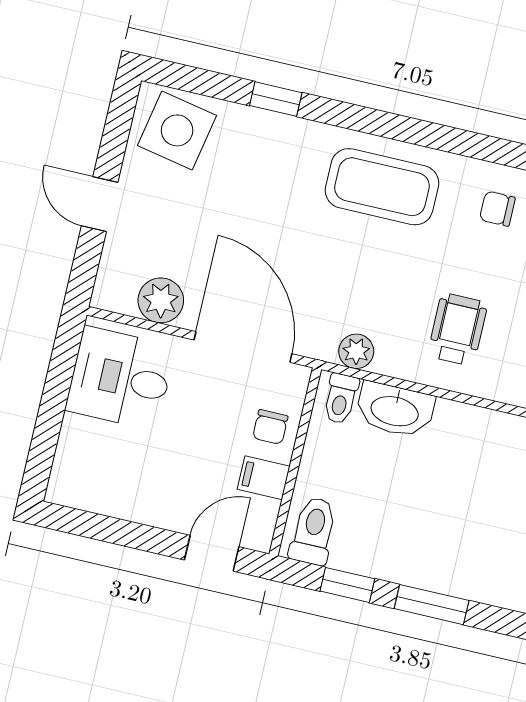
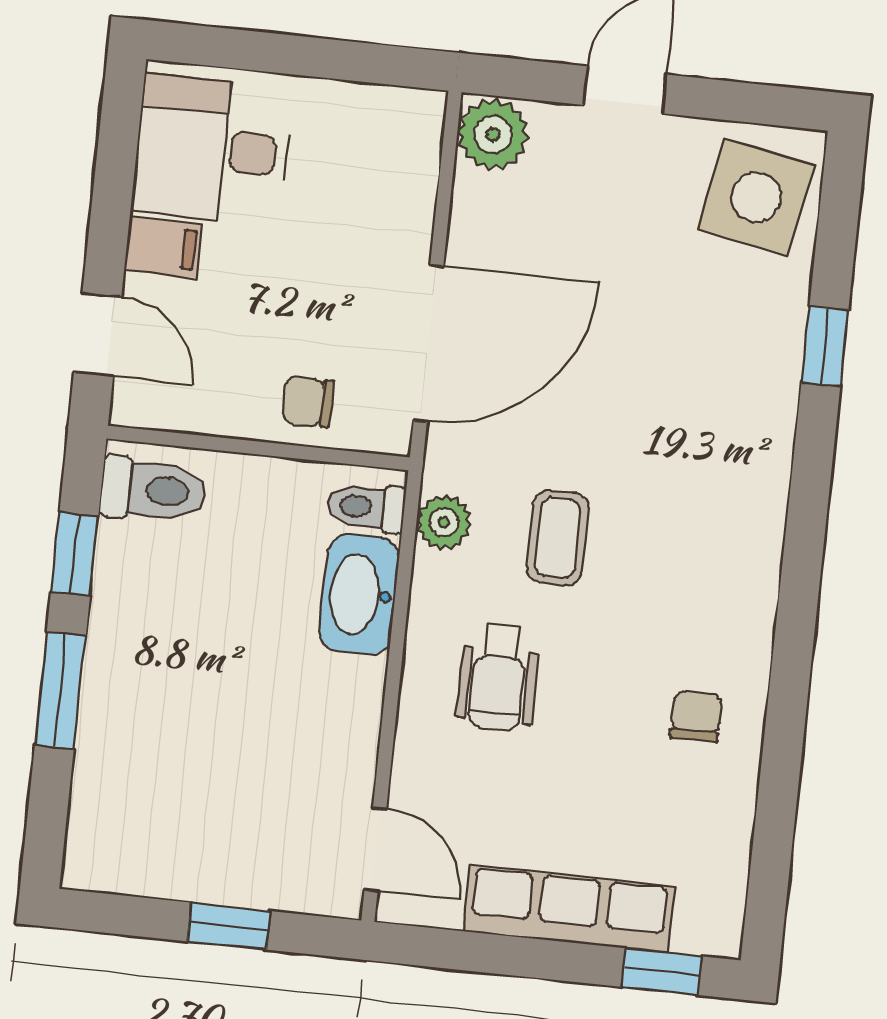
coffee table: (382, 187) -> (558, 538), moved, width x0.54, depth x0.58
plant: (161, 300) -> (493, 134), moved
wheelchair: (458, 329) -> (498, 677), turned 90
desk: (120, 378) -> (212, 149), moved, turned -90
filing cabinet: (264, 478) -> (163, 247), moved, turned 90

